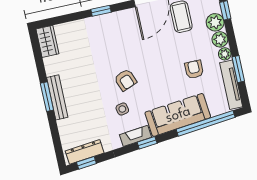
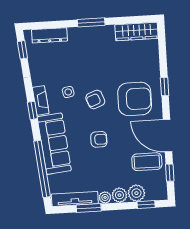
armchair: (119, 40) -> (135, 99), added
wardrobe: (47, 41) -> (136, 32), width x1.50
armchair: (194, 69) -> (99, 139), moved
bench: (57, 97) -> (89, 32), removed
dresser: (85, 152) -> (49, 35), moved, turned 96

